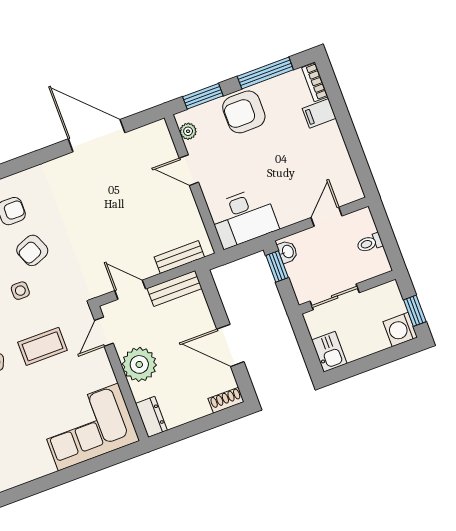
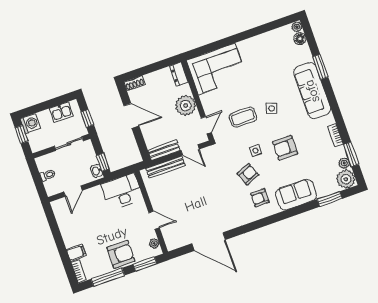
bench: (179, 257) -> (165, 167), width x1.36
window: (304, 340) -> (87, 118), added
kitchen sink: (329, 352) -> (61, 112), moved, turned -90

